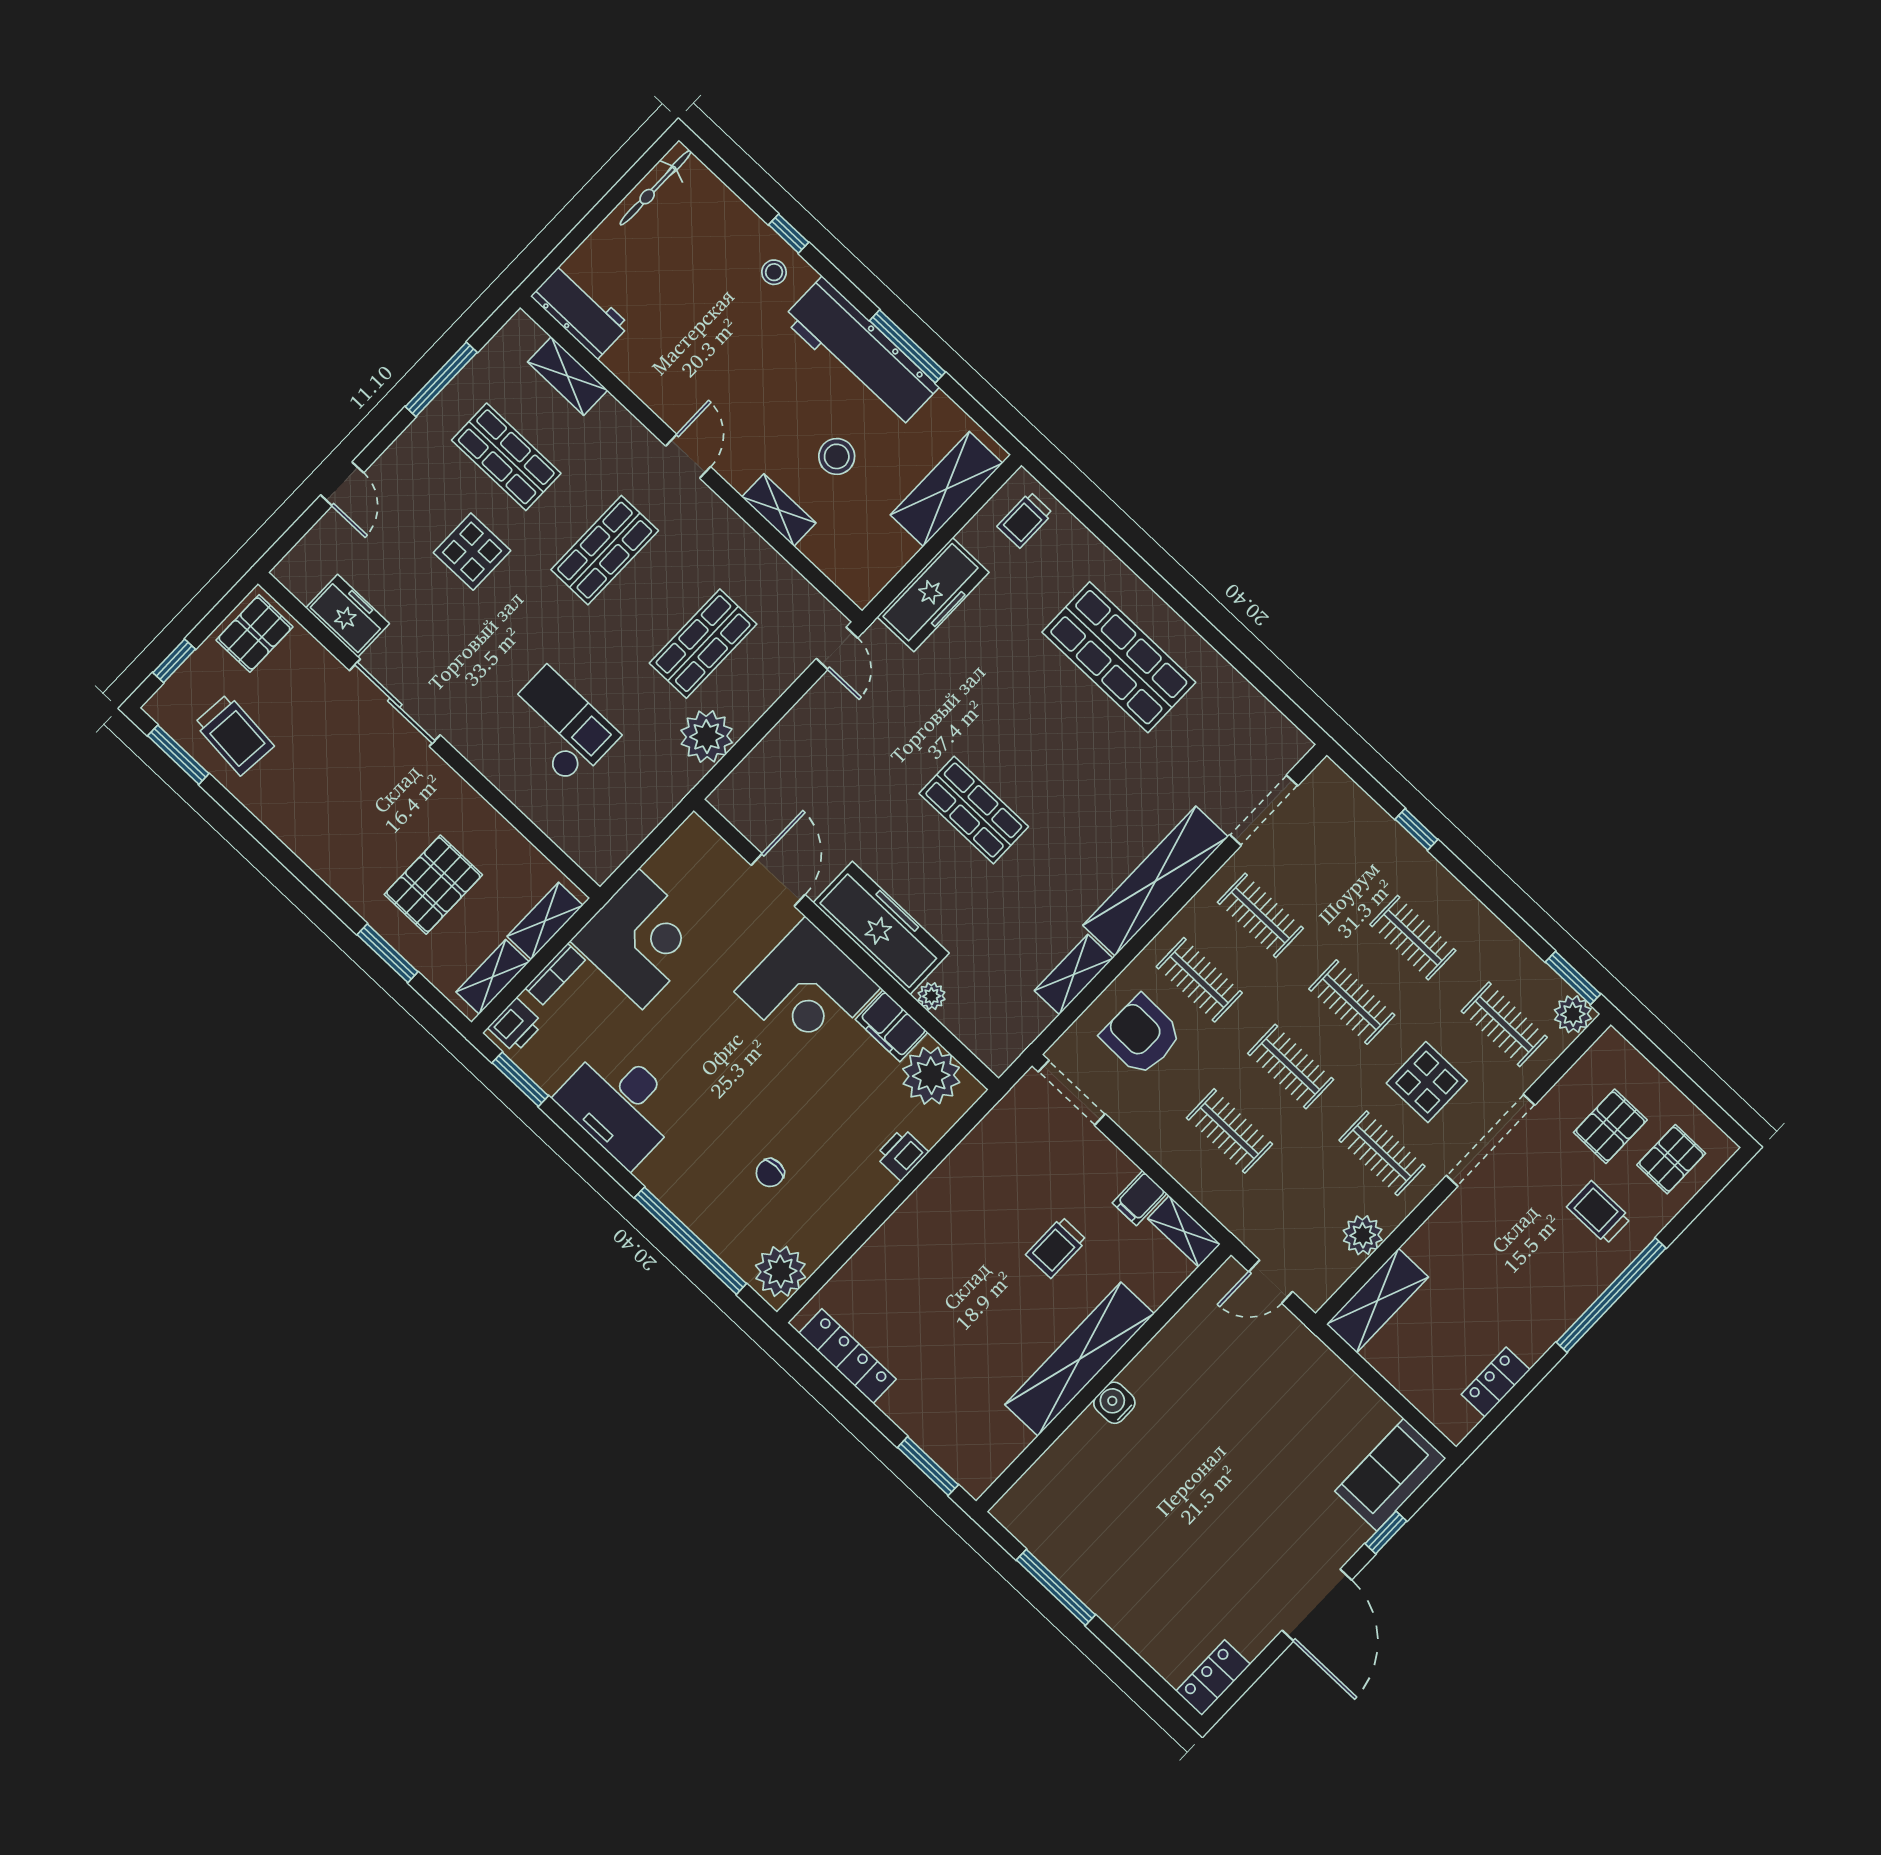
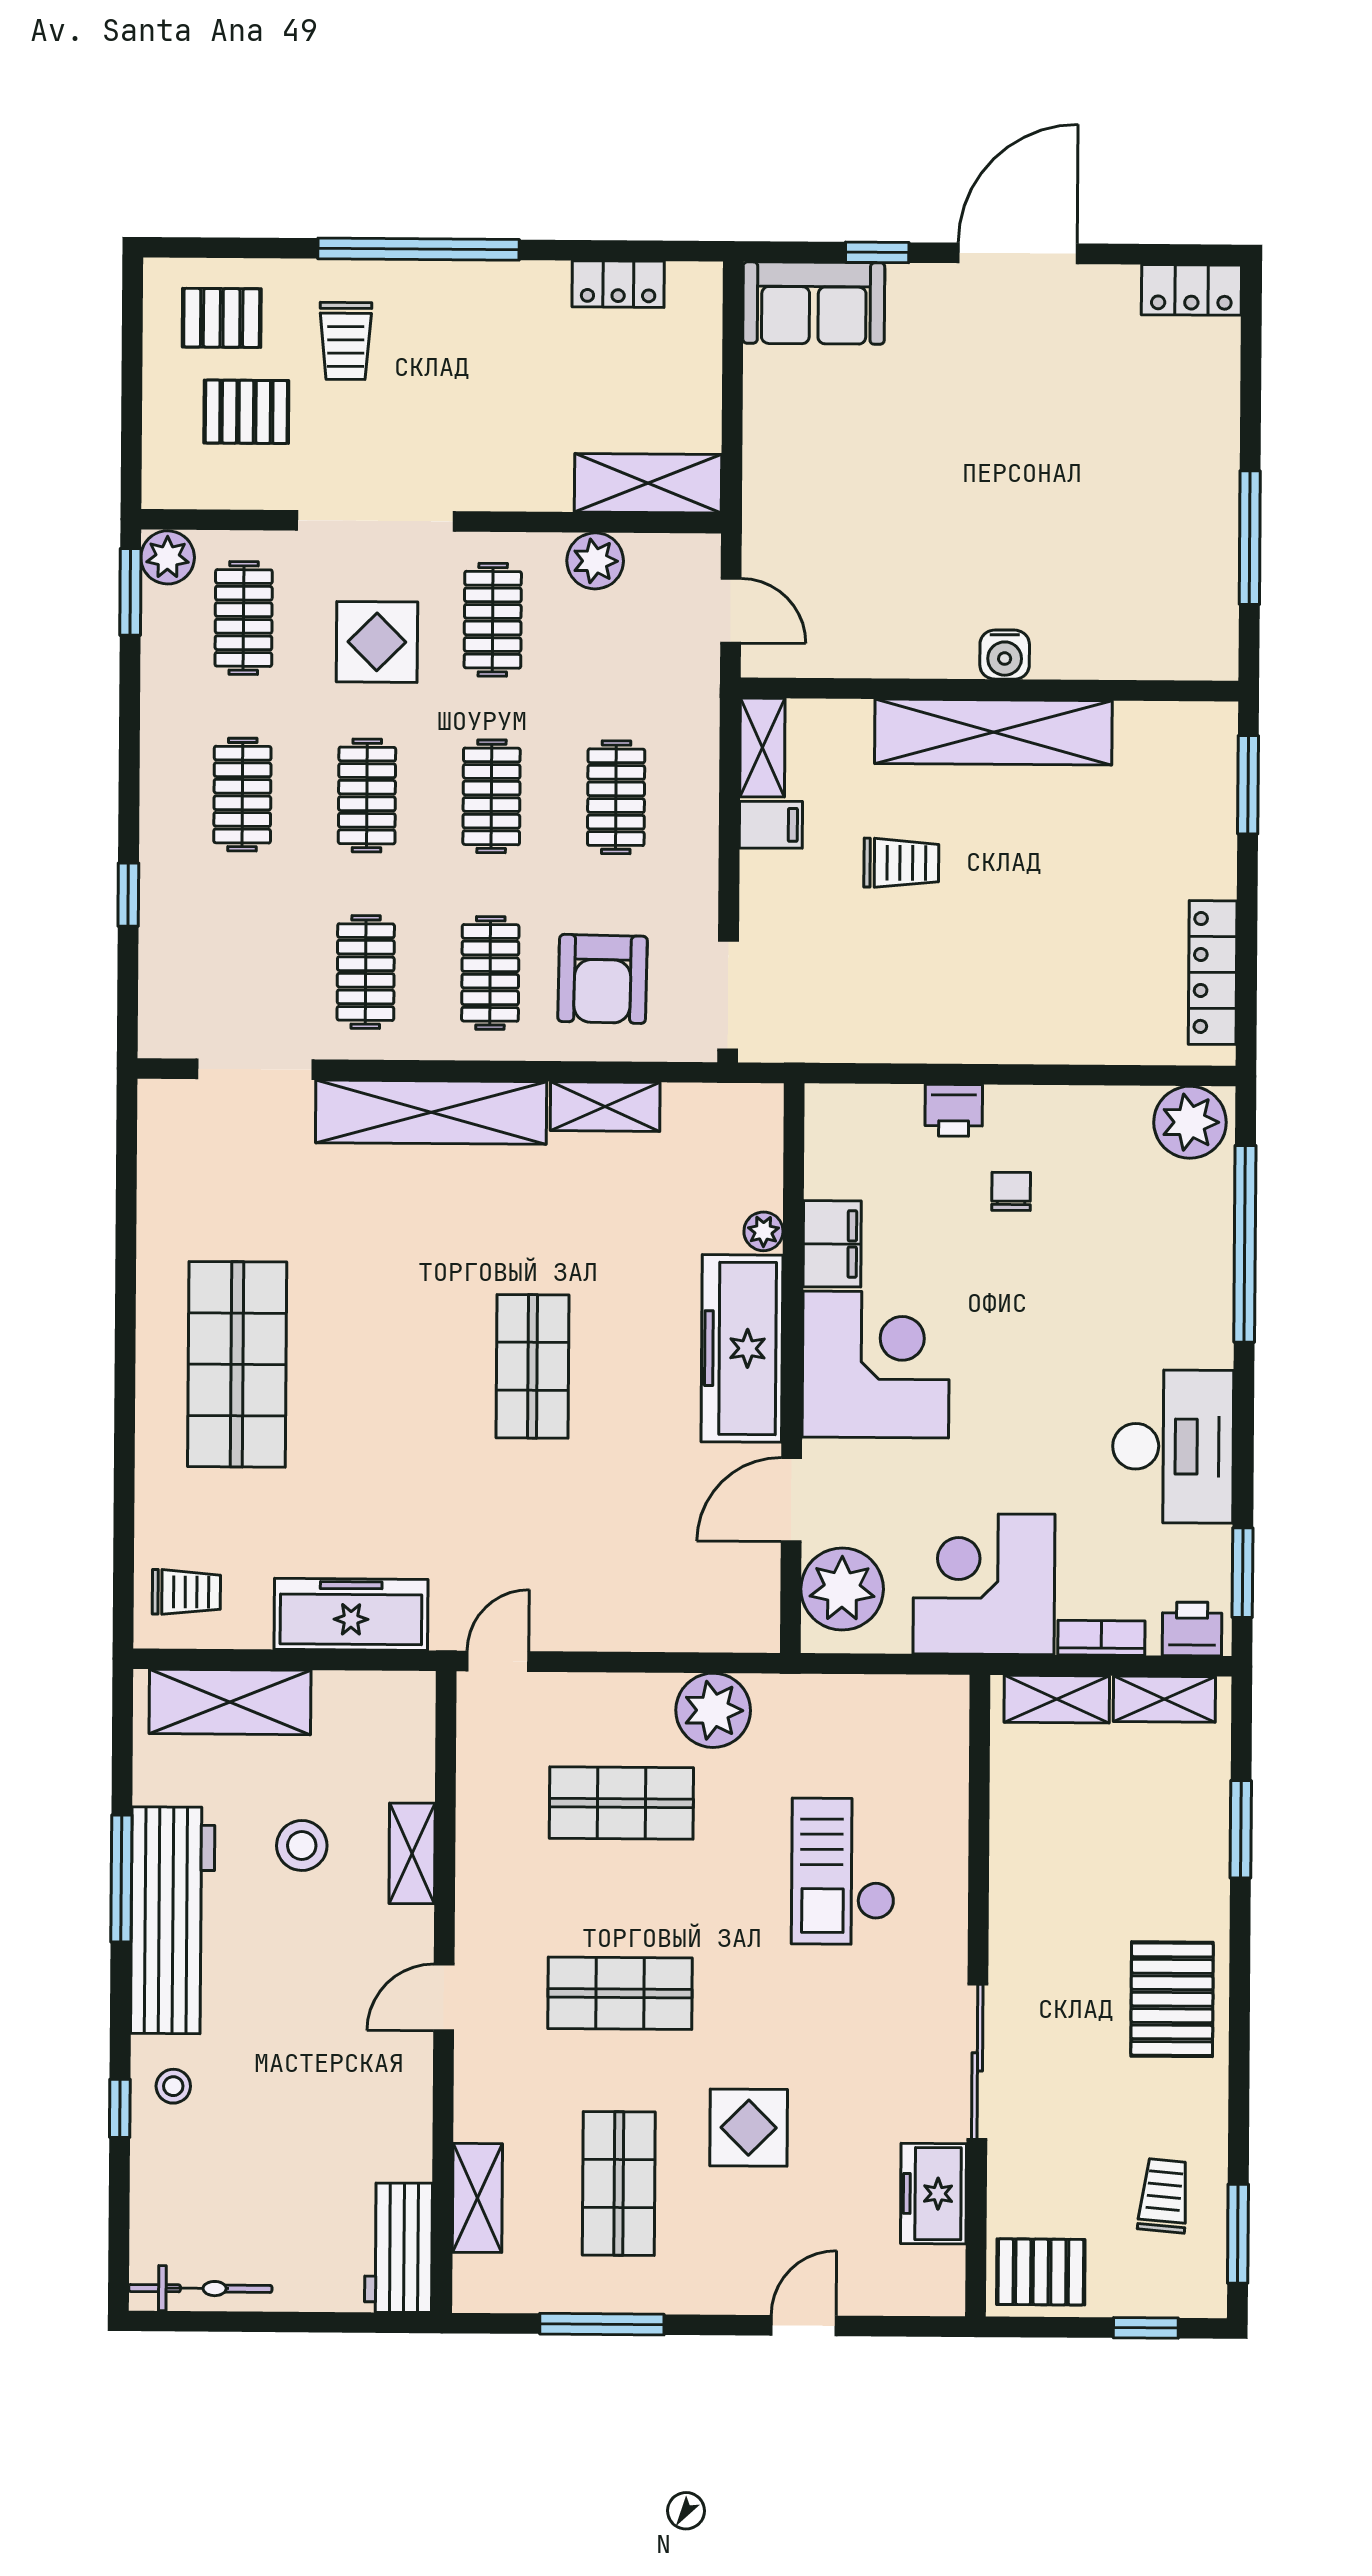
trolley: (234, 735) -> (1164, 2196), width x0.73, depth x0.72
pallet: (433, 885) -> (1172, 1999), moved, turned 90
plant: (931, 1076) -> (842, 1589), moved
chair: (770, 1173) -> (1011, 1191), moved, turned -90

